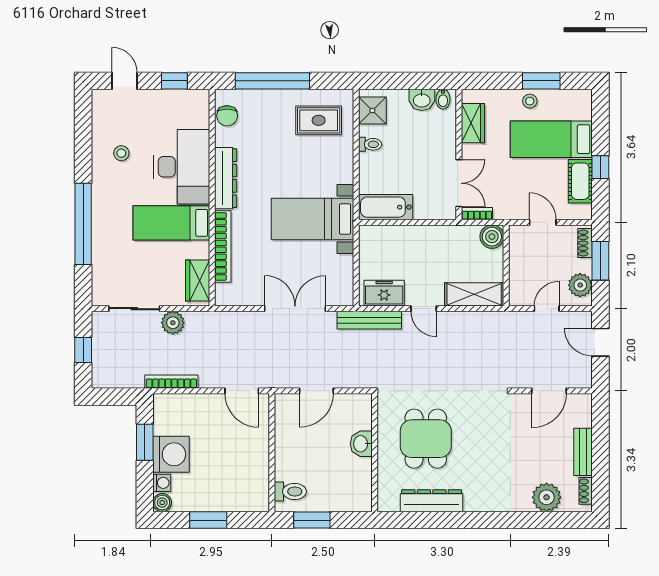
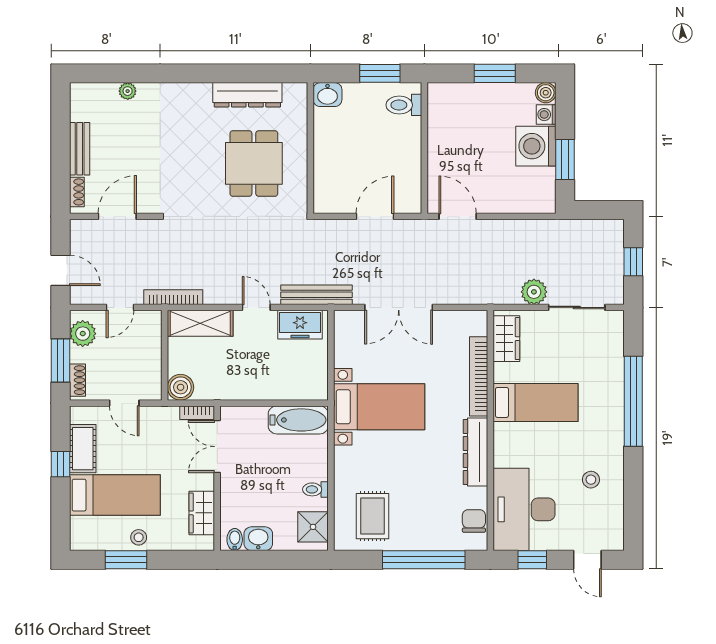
rug: (319, 120) -> (373, 516), turned 90
desk: (182, 167) -> (524, 509), moved
bookcase: (171, 382) -> (173, 297), moved, turned 180
washbasin: (361, 444) -> (328, 95), moved, turned 90
shoe rack: (586, 491) -> (77, 192), moved
plant: (547, 497) -> (128, 91), width x0.53, depth x0.53

